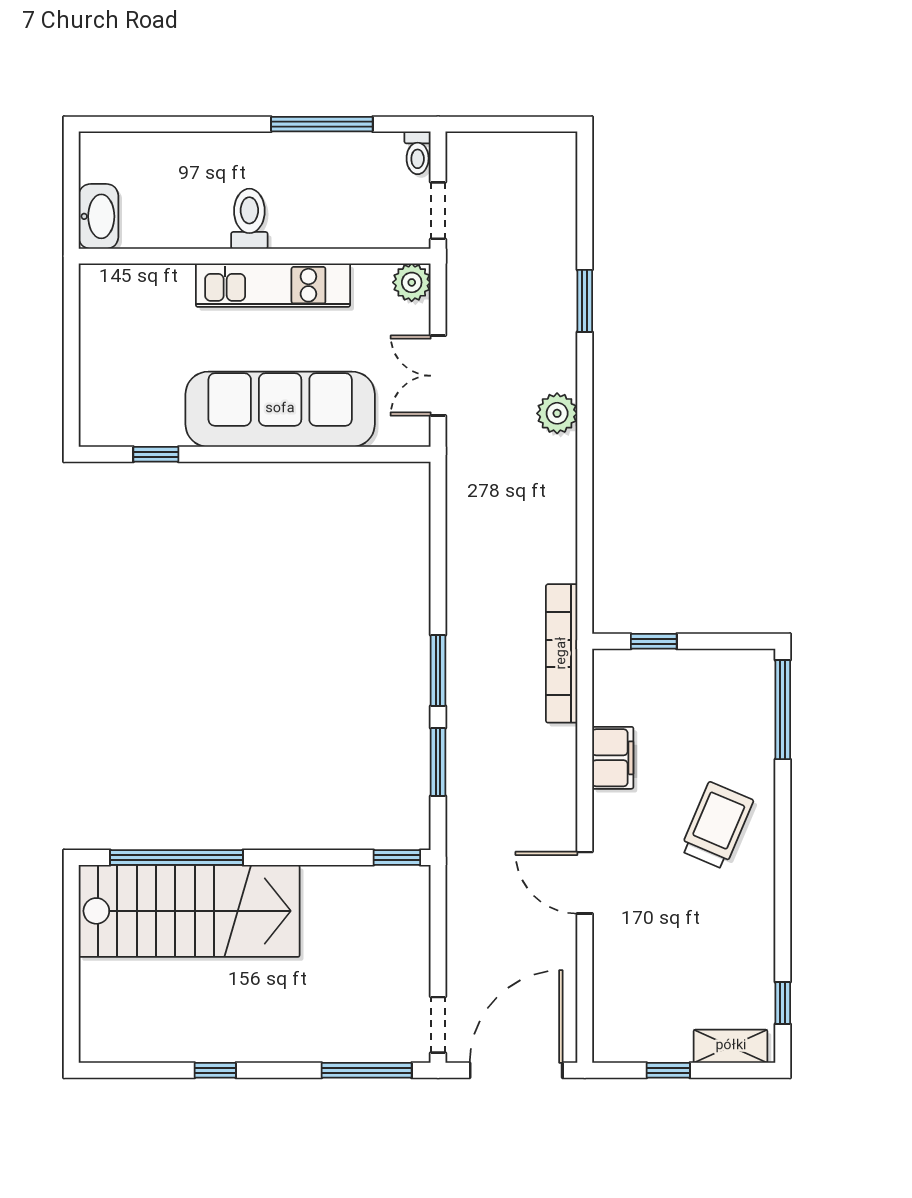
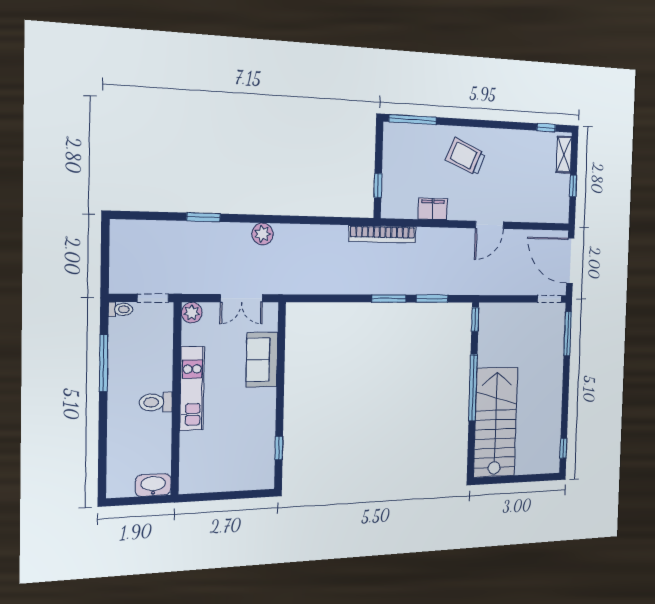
sofa: (280, 409) -> (262, 360), width x0.54, depth x0.79
window: (177, 858) -> (473, 388), moved
window: (215, 1070) -> (563, 448), moved

